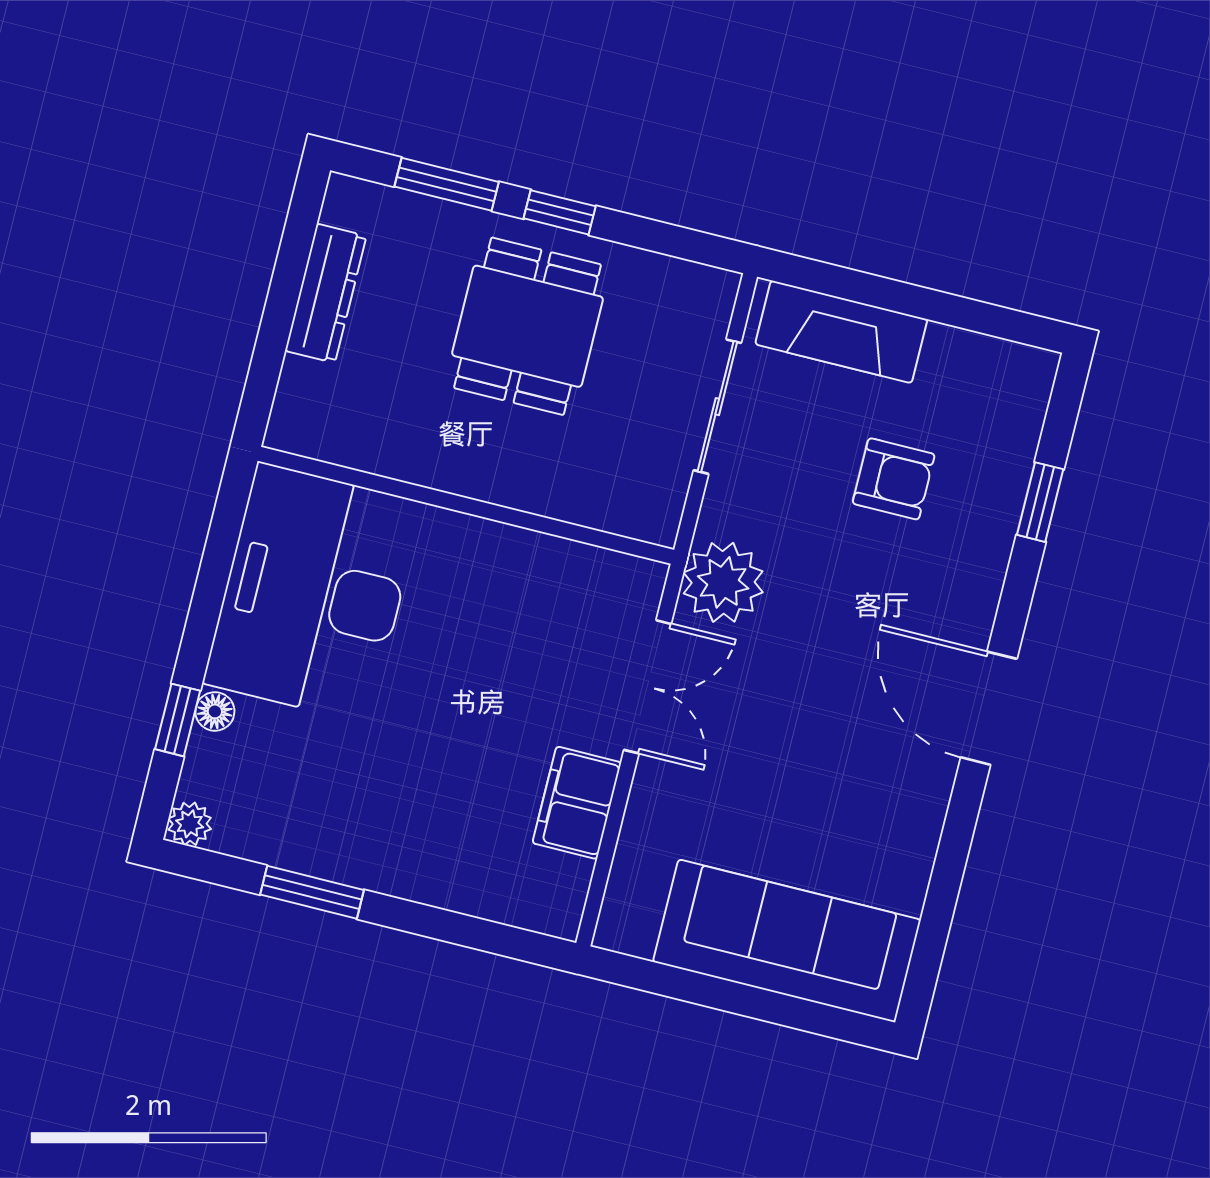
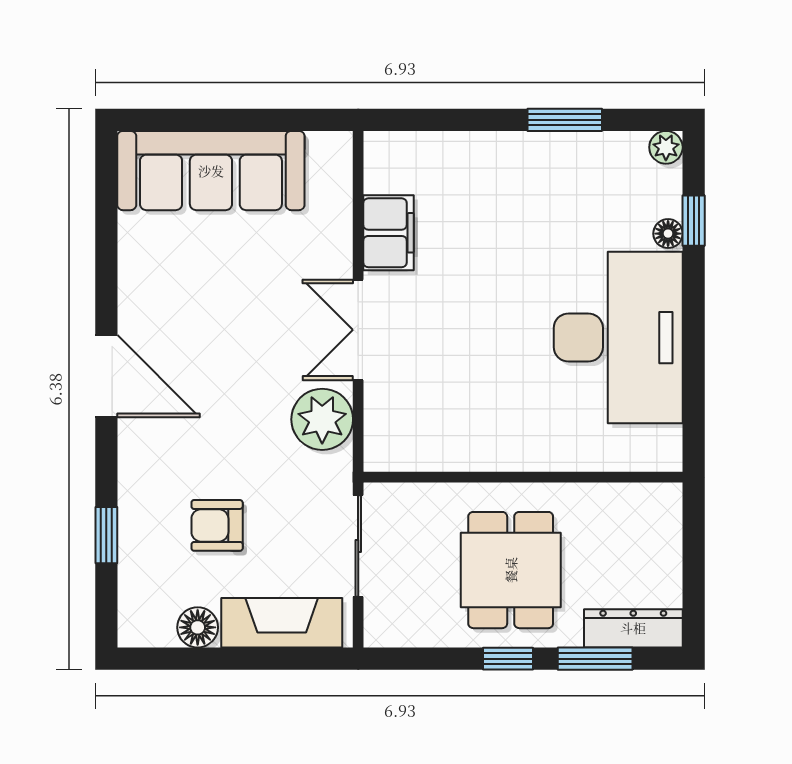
dresser: (326, 293) -> (633, 628), moved, turned 90
floor lamp: (952, 353) -> (198, 627), added
wall: (466, 505) -> (523, 477), moved

